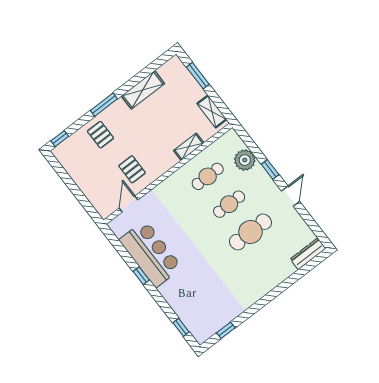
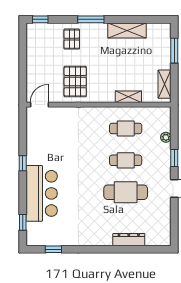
plant: (245, 160) -> (166, 137), width x0.53, depth x0.53
pallet: (132, 169) -> (75, 82), width x1.50, depth x1.42
door: (129, 204) -> (39, 105), moved
bar counter: (151, 254) -> (42, 193), moved
dresser: (308, 254) -> (129, 240), moved

